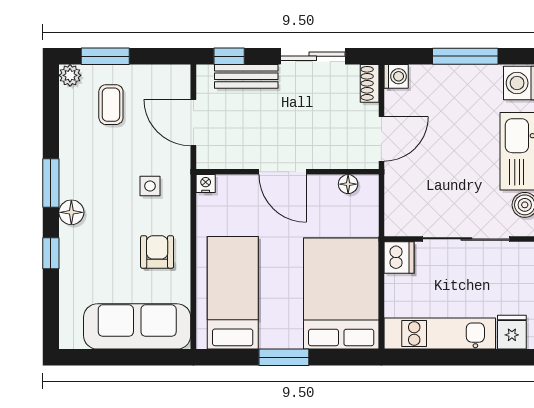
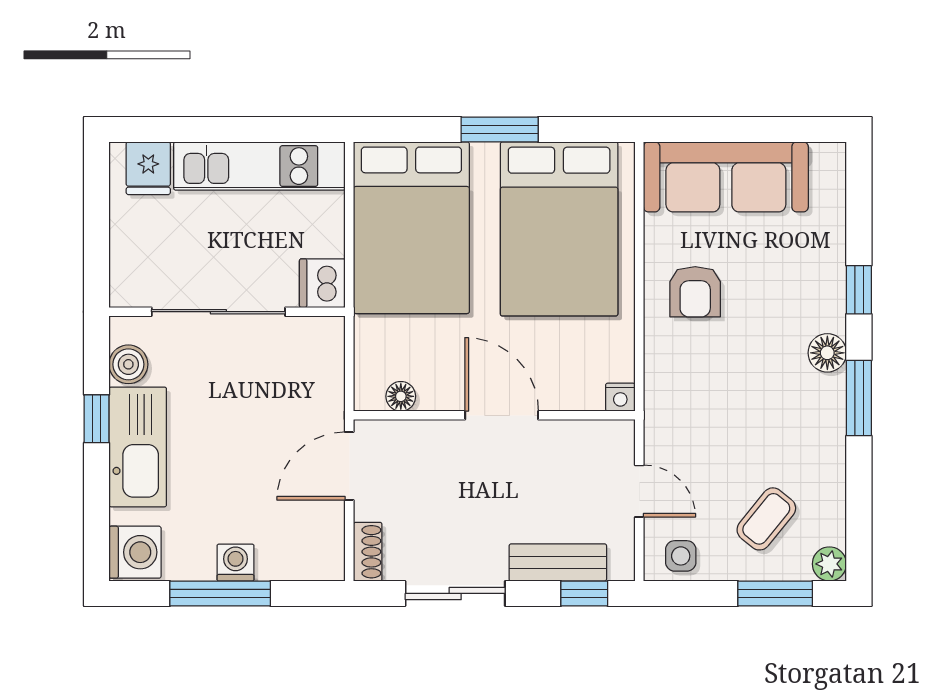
washing machine: (396, 76) -> (236, 563), moved, turned 90
coffee table: (111, 105) -> (766, 519), turned 39
door: (193, 123) -> (639, 491), width x0.73
side table: (150, 186) -> (681, 556), moved
bed: (233, 293) -> (559, 229), width x1.50

